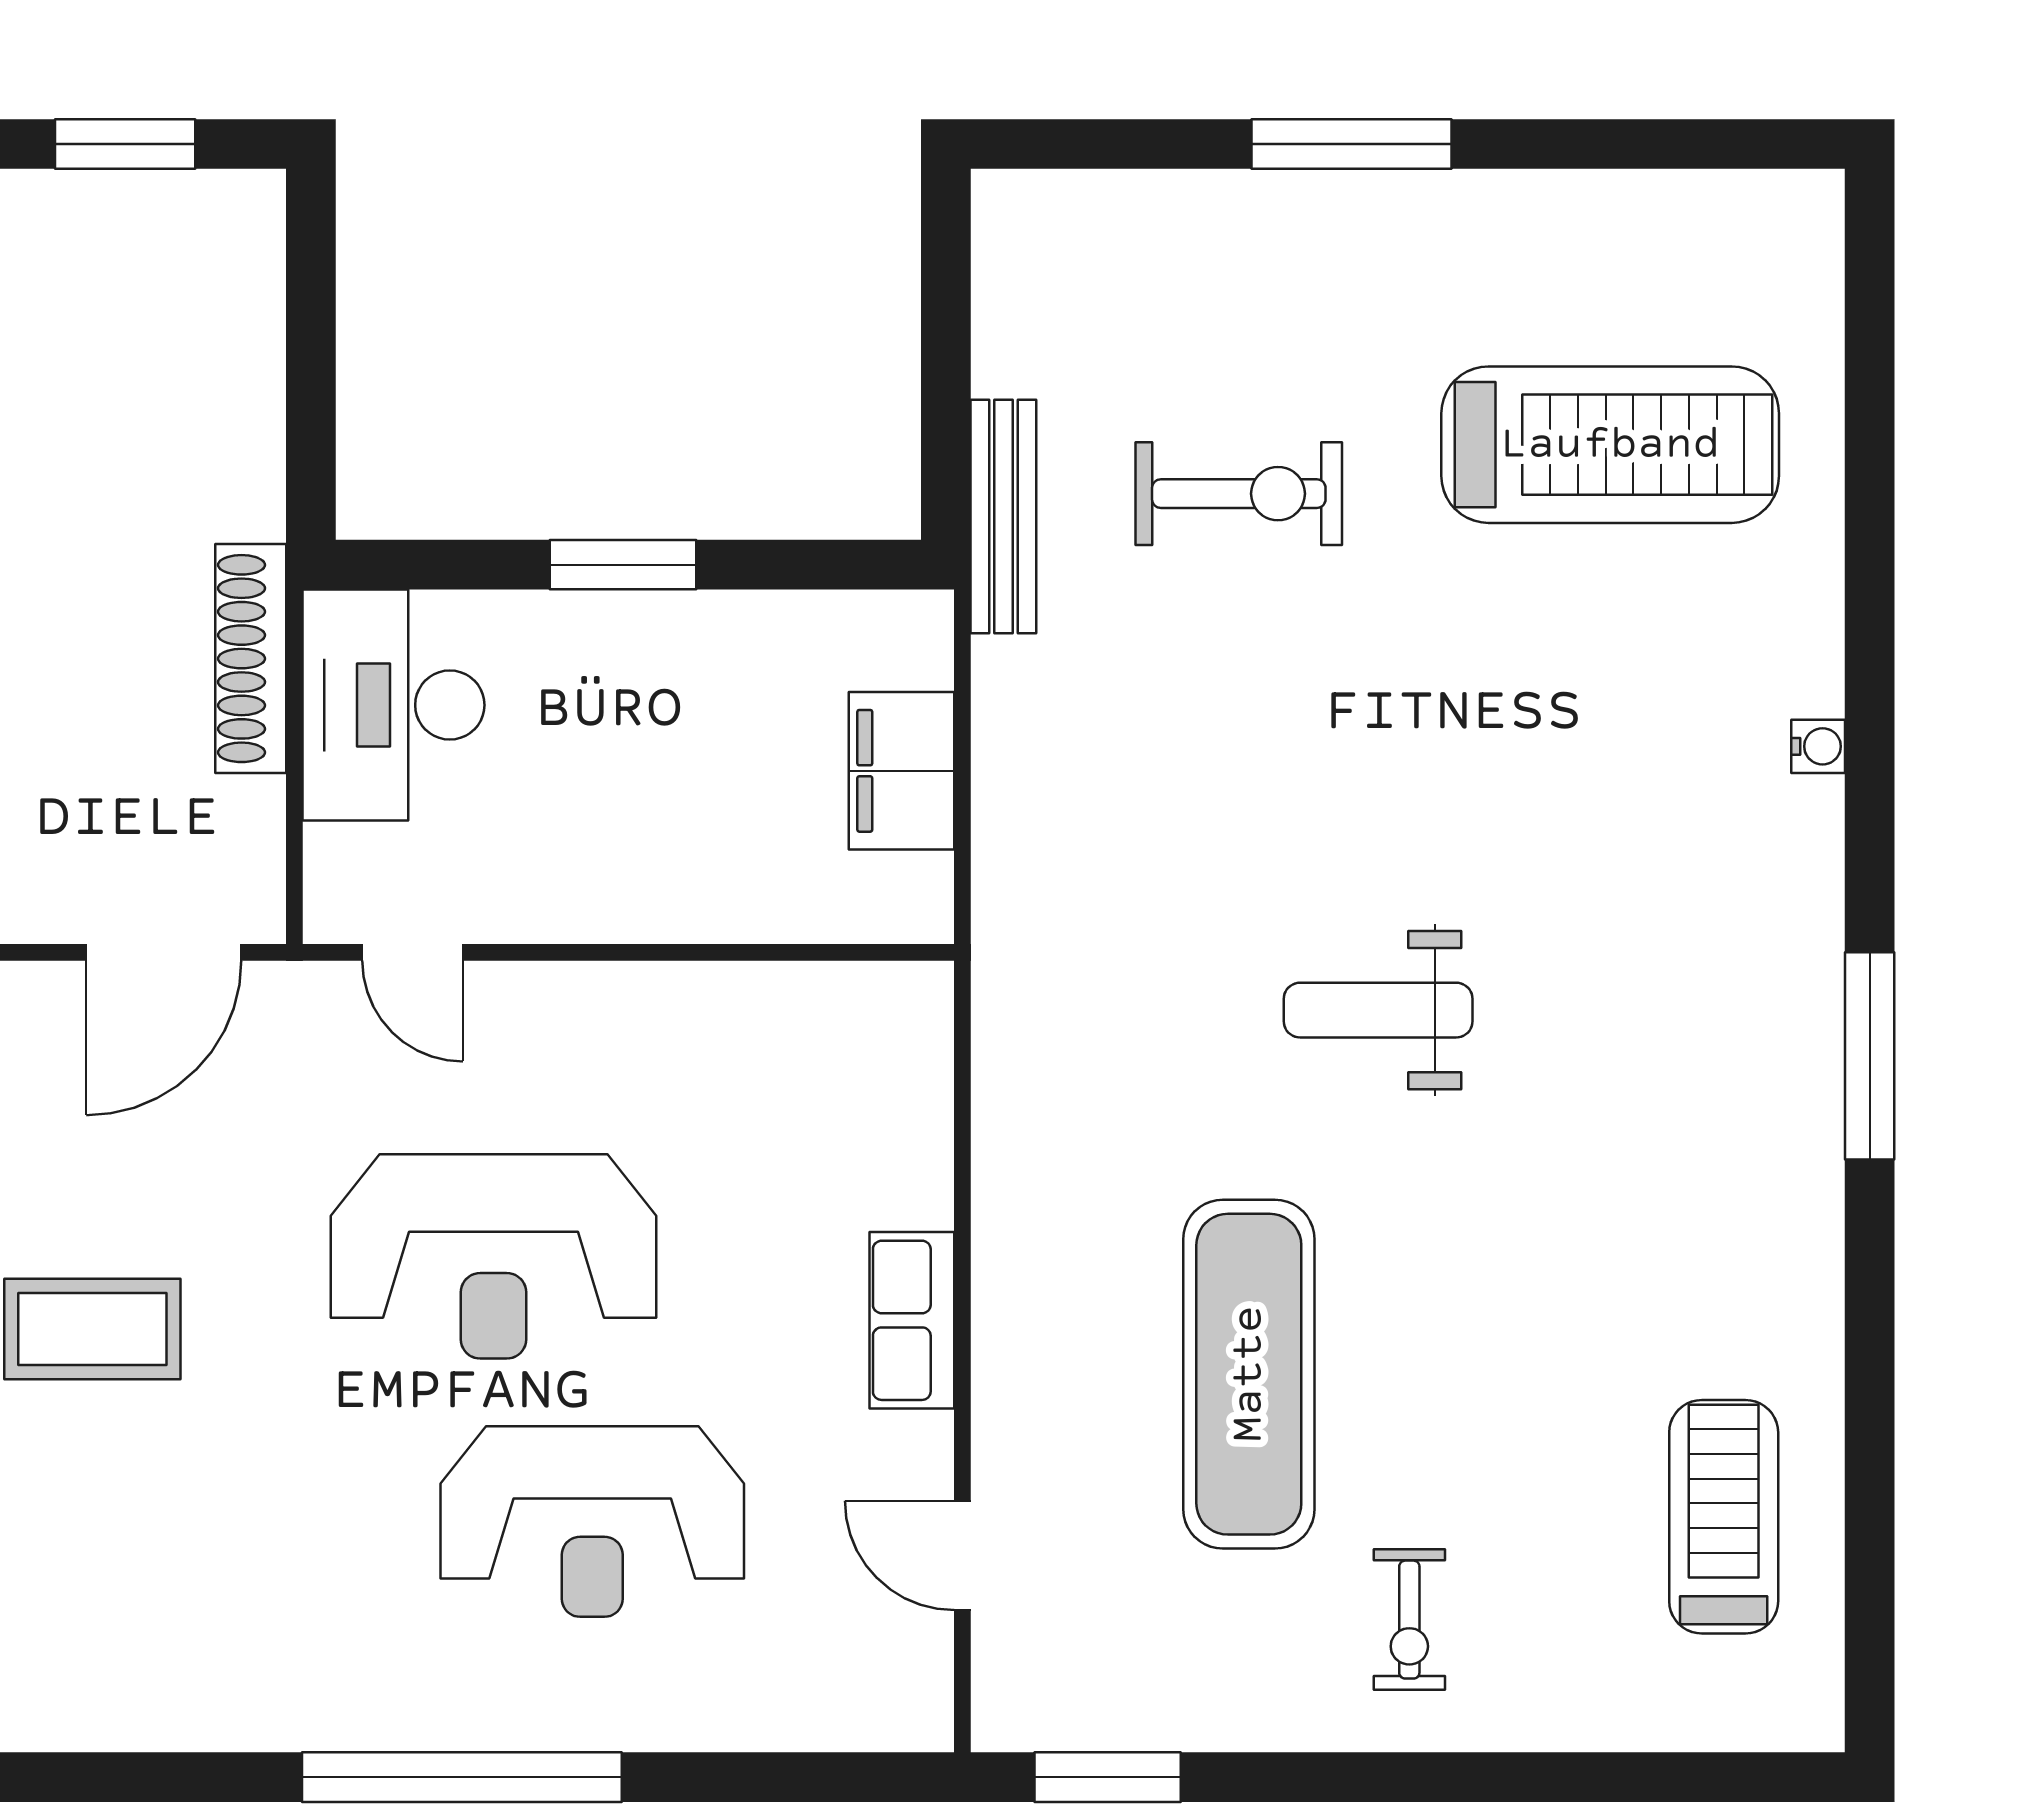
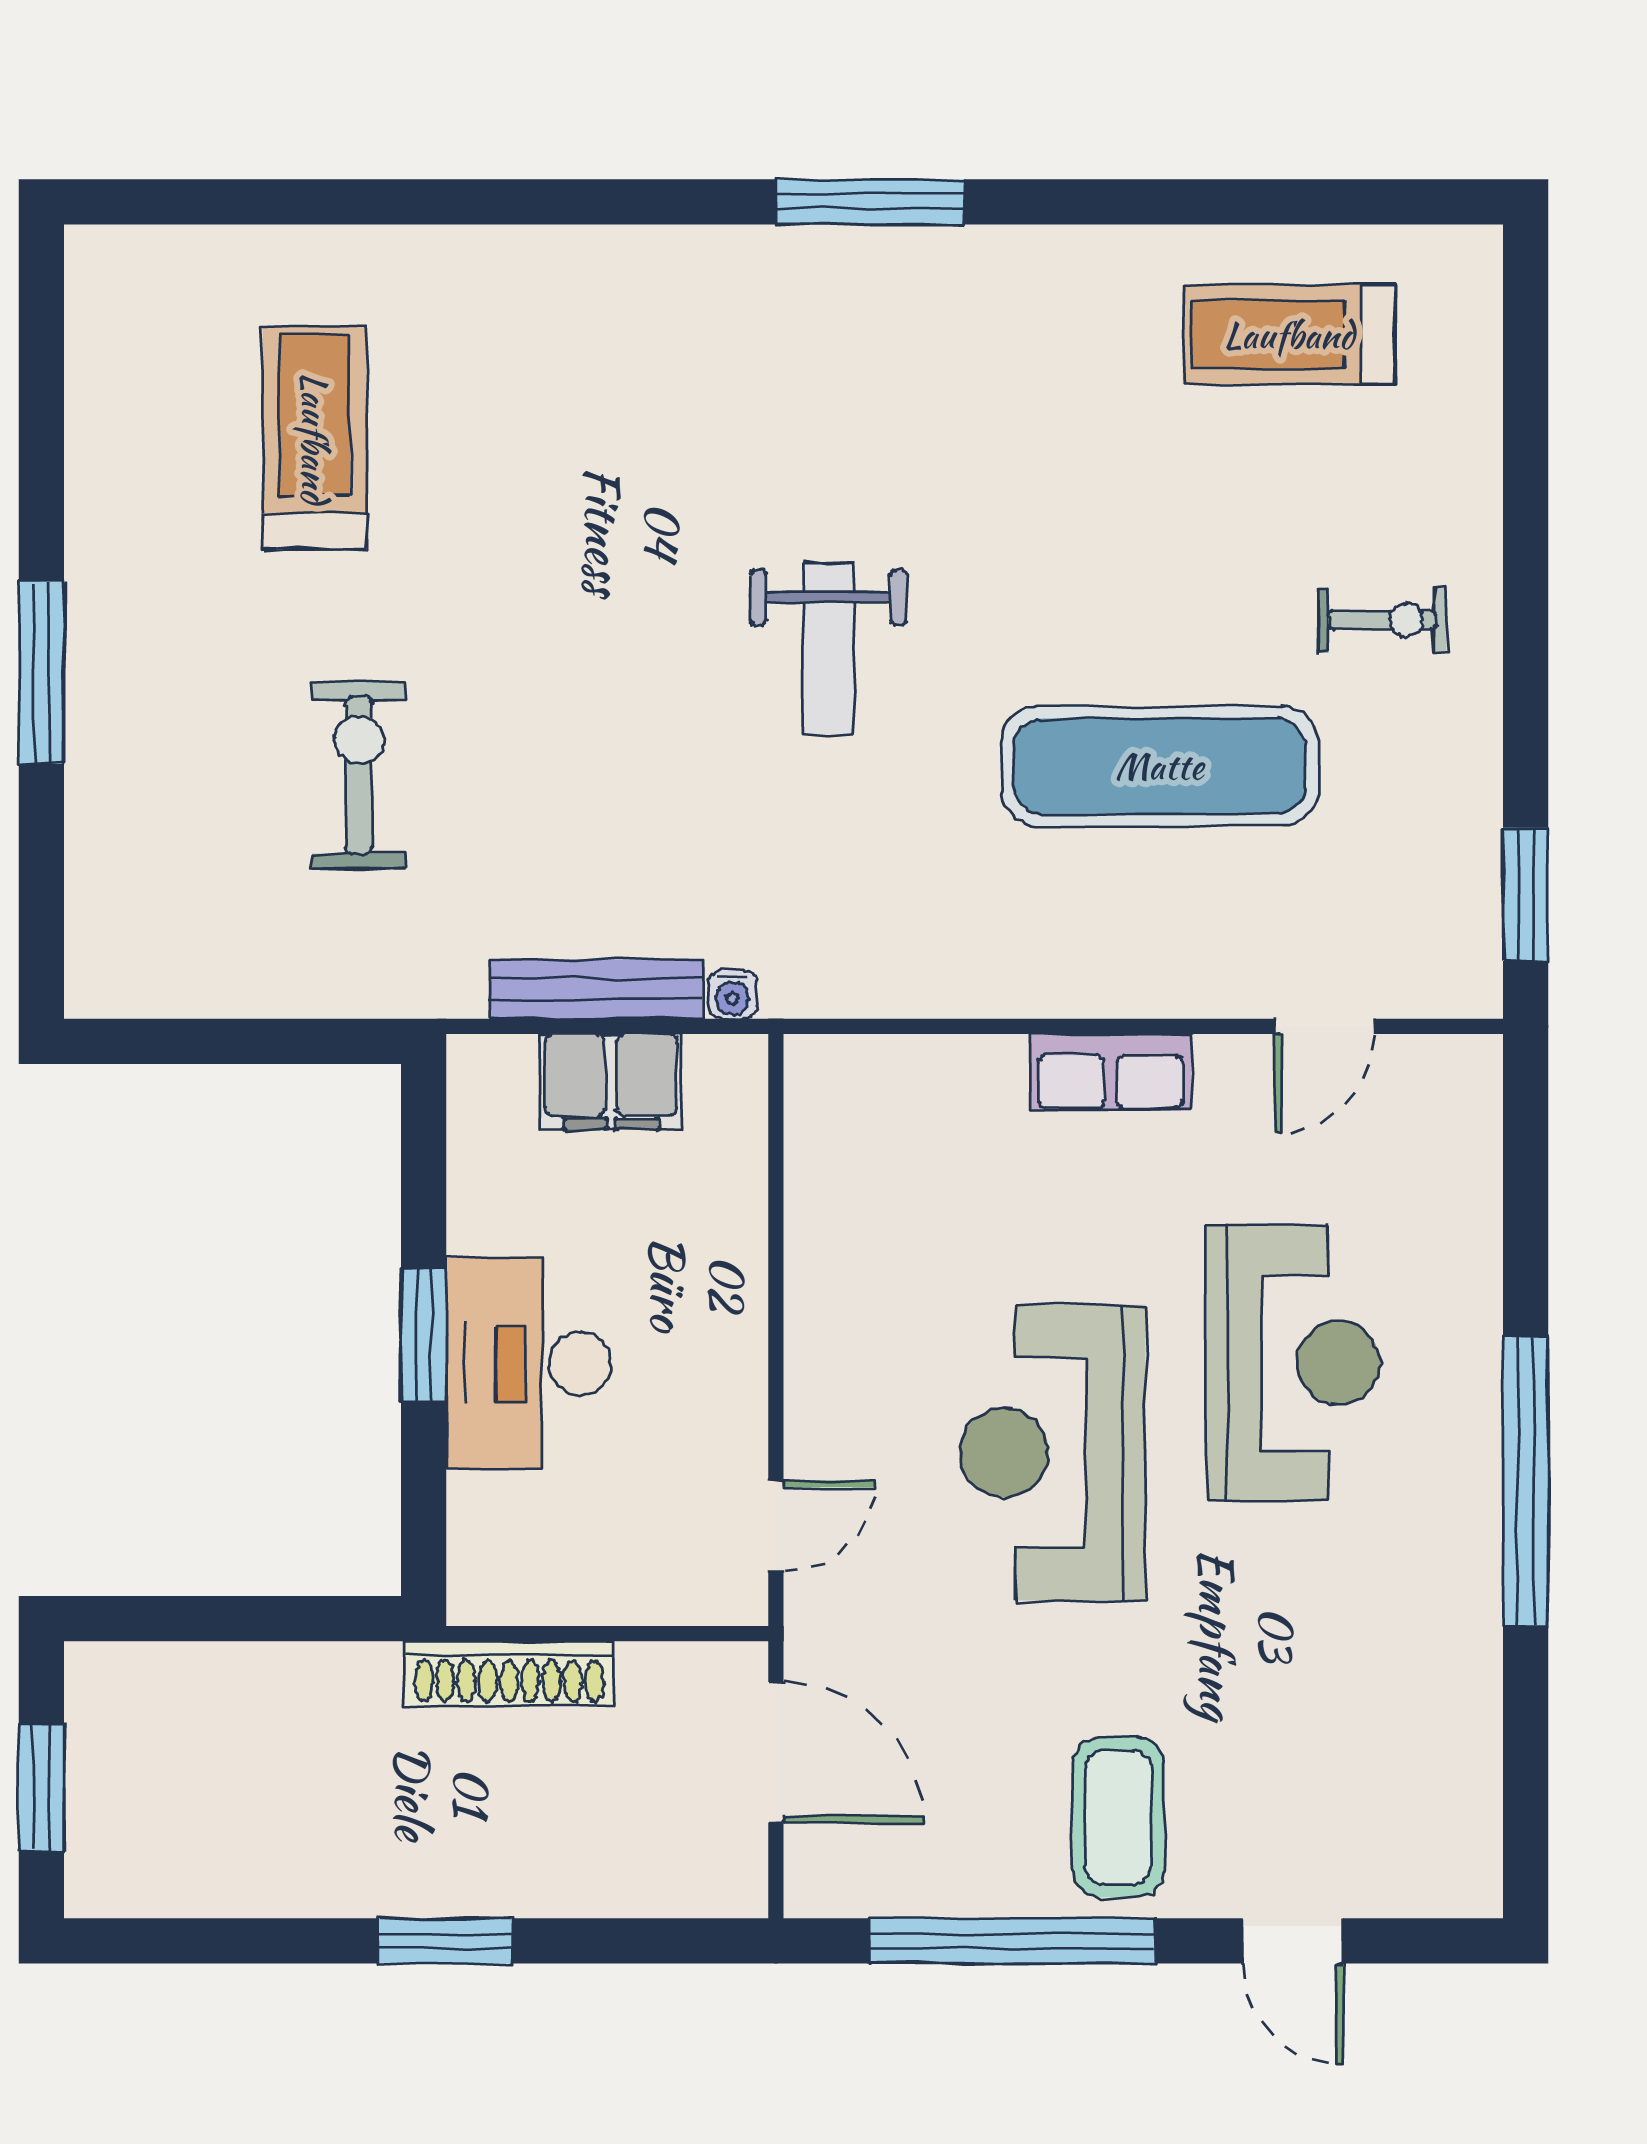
treadmill: (1610, 445) -> (315, 438), width x0.73, depth x0.73
bench: (1003, 517) -> (596, 989), moved
desk: (394, 705) -> (529, 1363), moved, turned 90
water cooler: (1818, 746) -> (732, 995), moved, turned 180
reception desk: (493, 1256) -> (1052, 1453), turned 180

